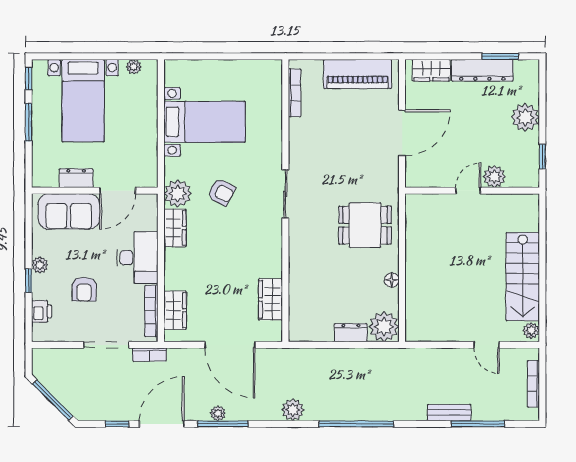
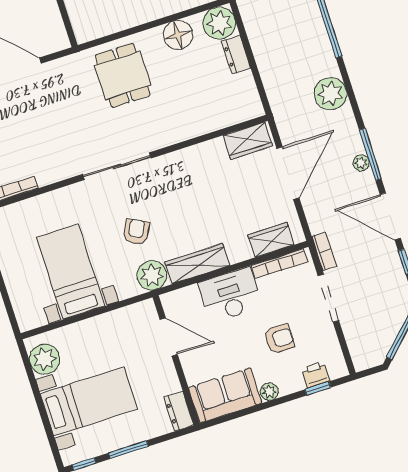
plant: (134, 67) -> (45, 359), width x1.87, depth x1.87
dresser: (76, 178) -> (179, 411), moved
sliding door: (285, 194) -> (117, 166), width x1.37
sofa: (69, 211) -> (225, 395), moved, turned -90
wardrobe: (175, 228) -> (197, 264), width x1.50
floor lamp: (392, 280) -> (178, 35), width x1.89, depth x1.89
window: (29, 281) -> (318, 389), moved
wardrobe: (270, 299) -> (248, 141), moved
plant: (293, 410) -> (330, 94), width x1.36, depth x1.36

